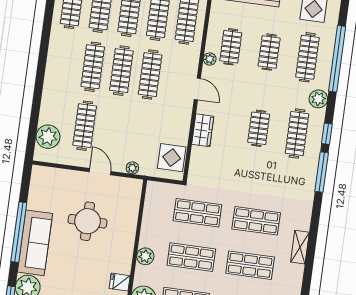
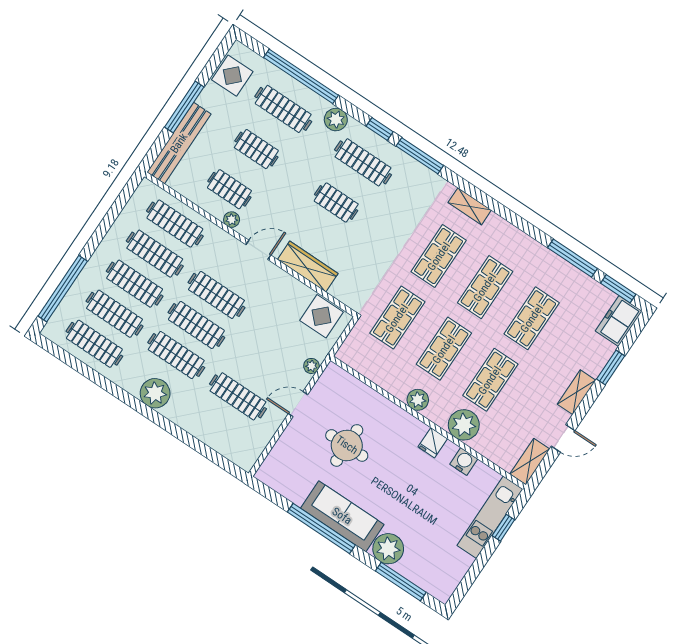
wardrobe: (203, 130) -> (308, 266), width x1.50
plant: (48, 137) -> (155, 393), moved
shelving: (300, 247) -> (470, 206), moved

